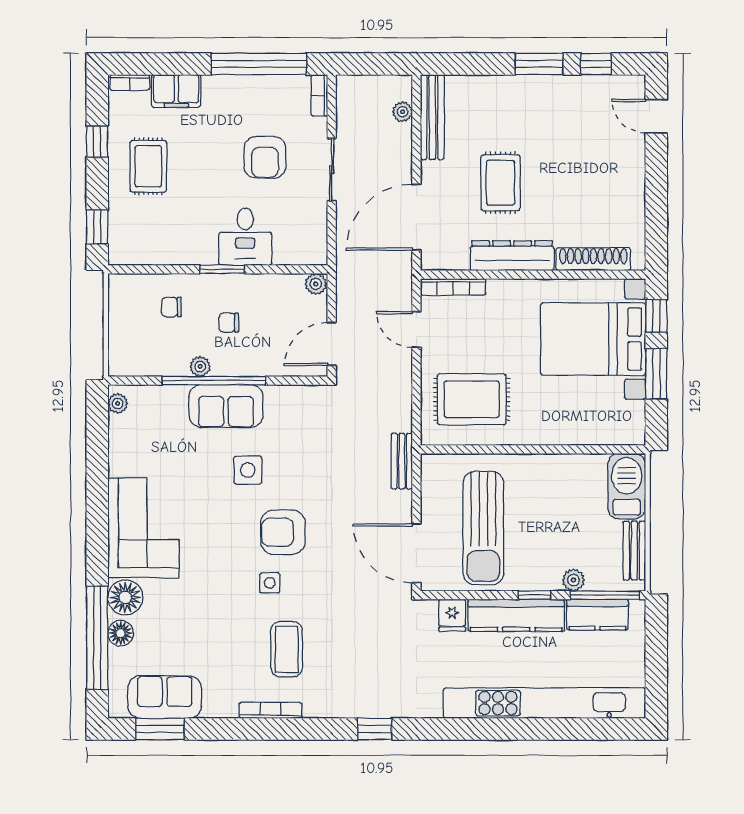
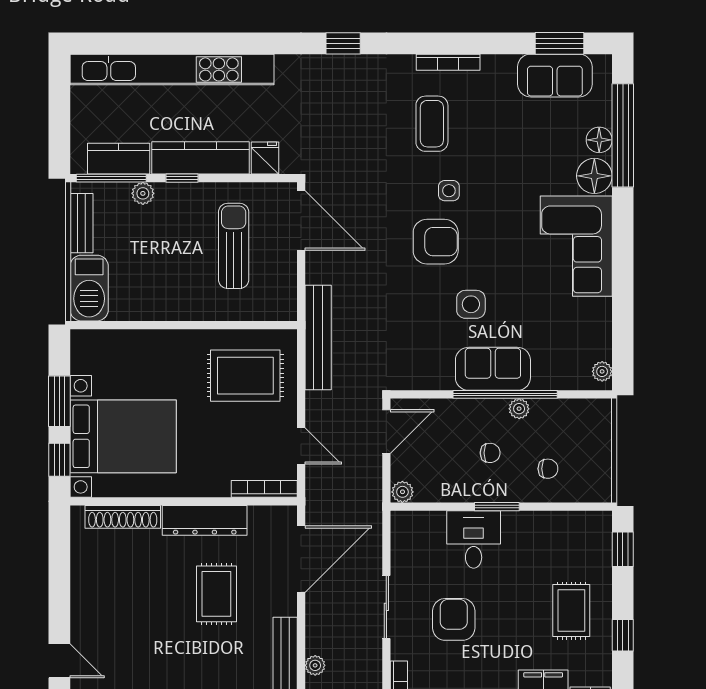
bench: (402, 461) -> (318, 338), width x1.86, depth x1.21
sun lounger: (483, 528) -> (234, 246), width x0.73, depth x0.75

